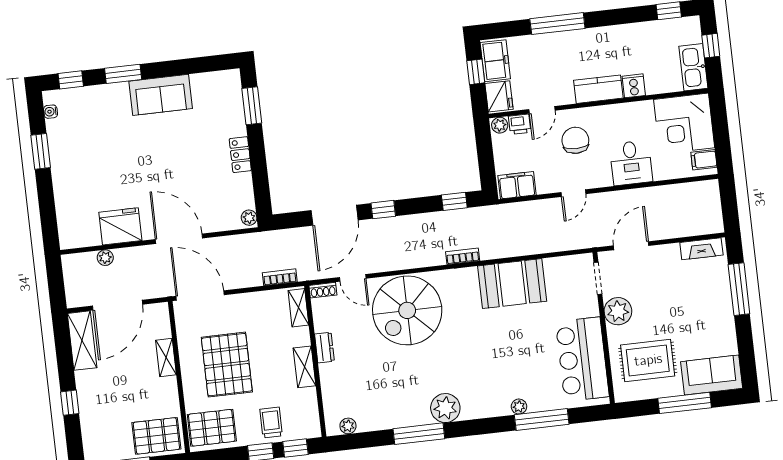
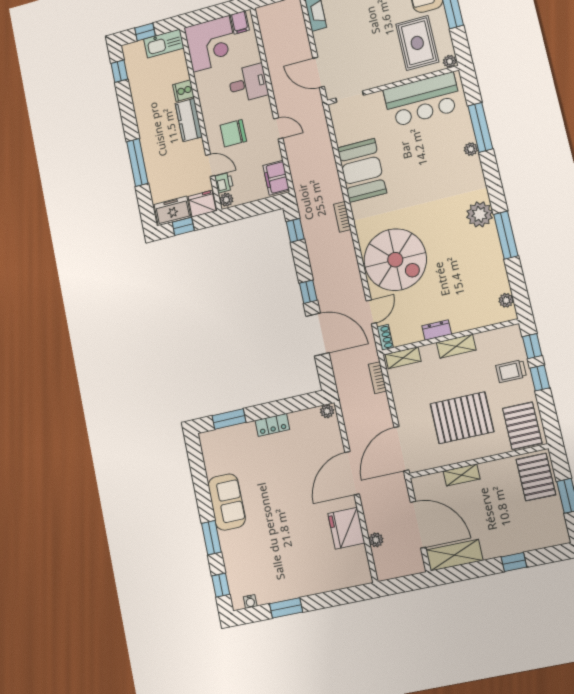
plant: (618, 311) -> (450, 61), moved, width x0.53, depth x0.53

